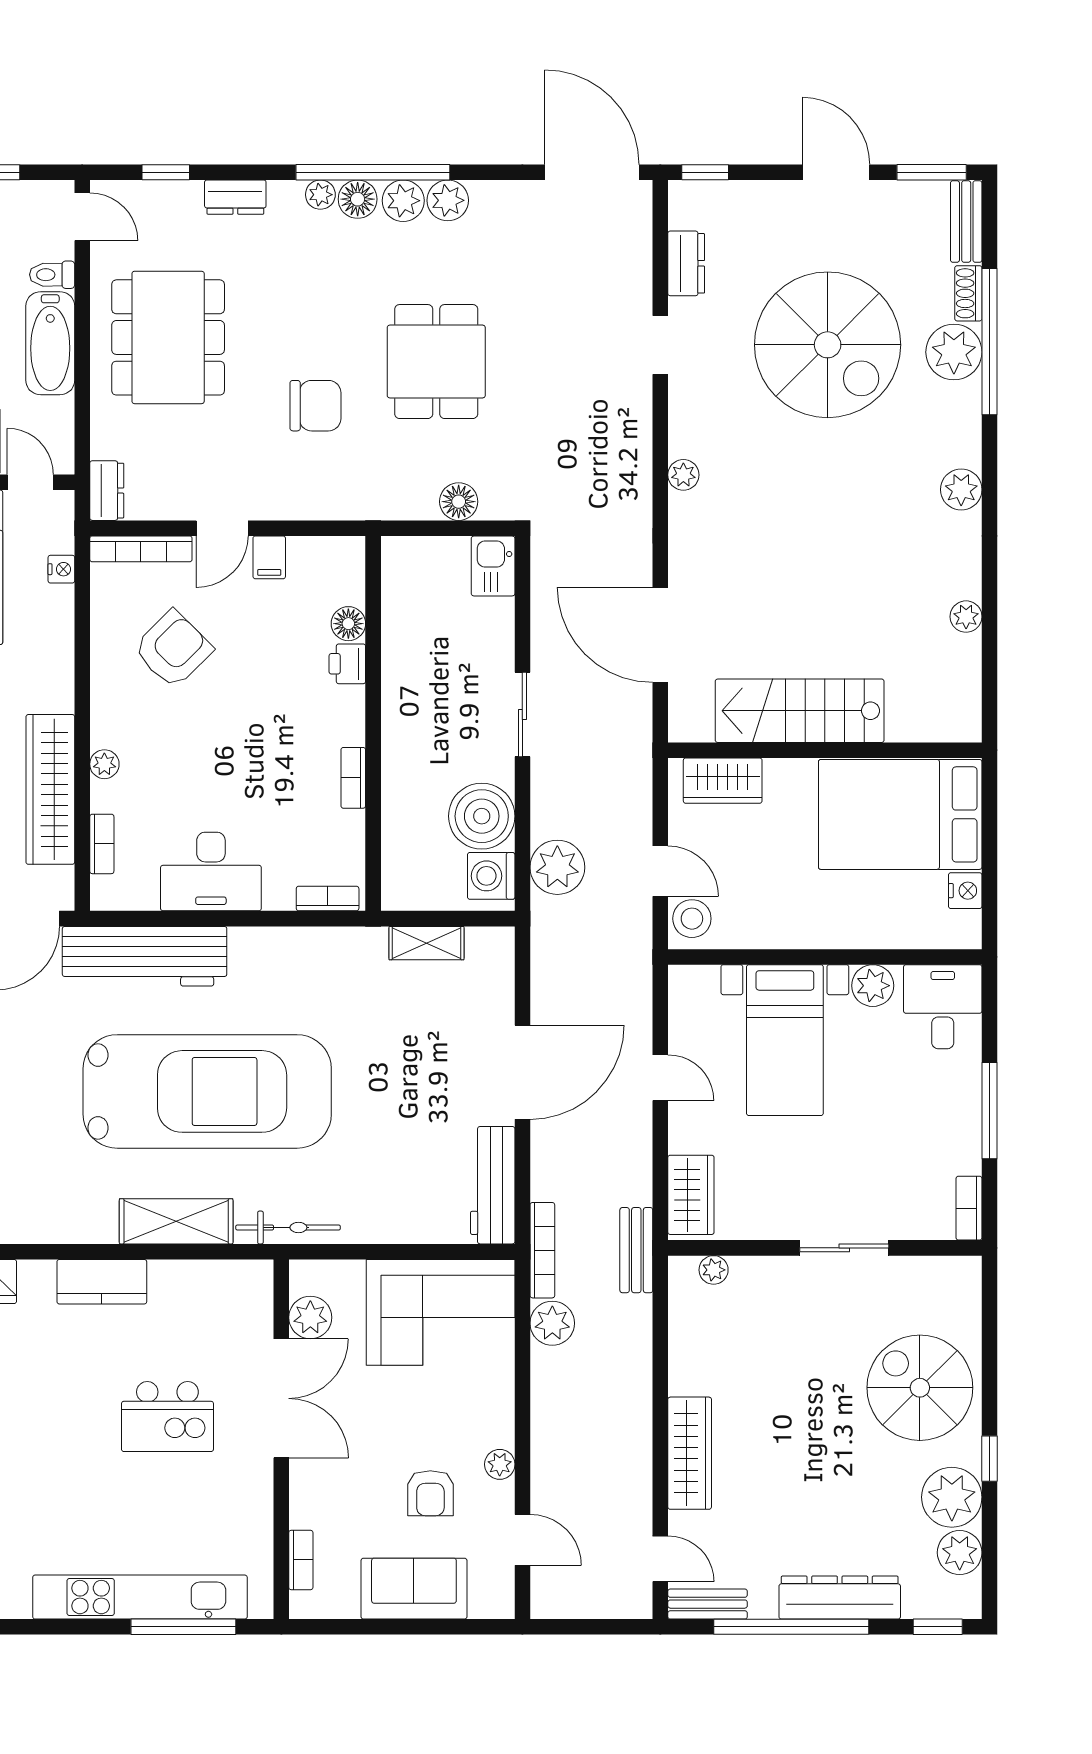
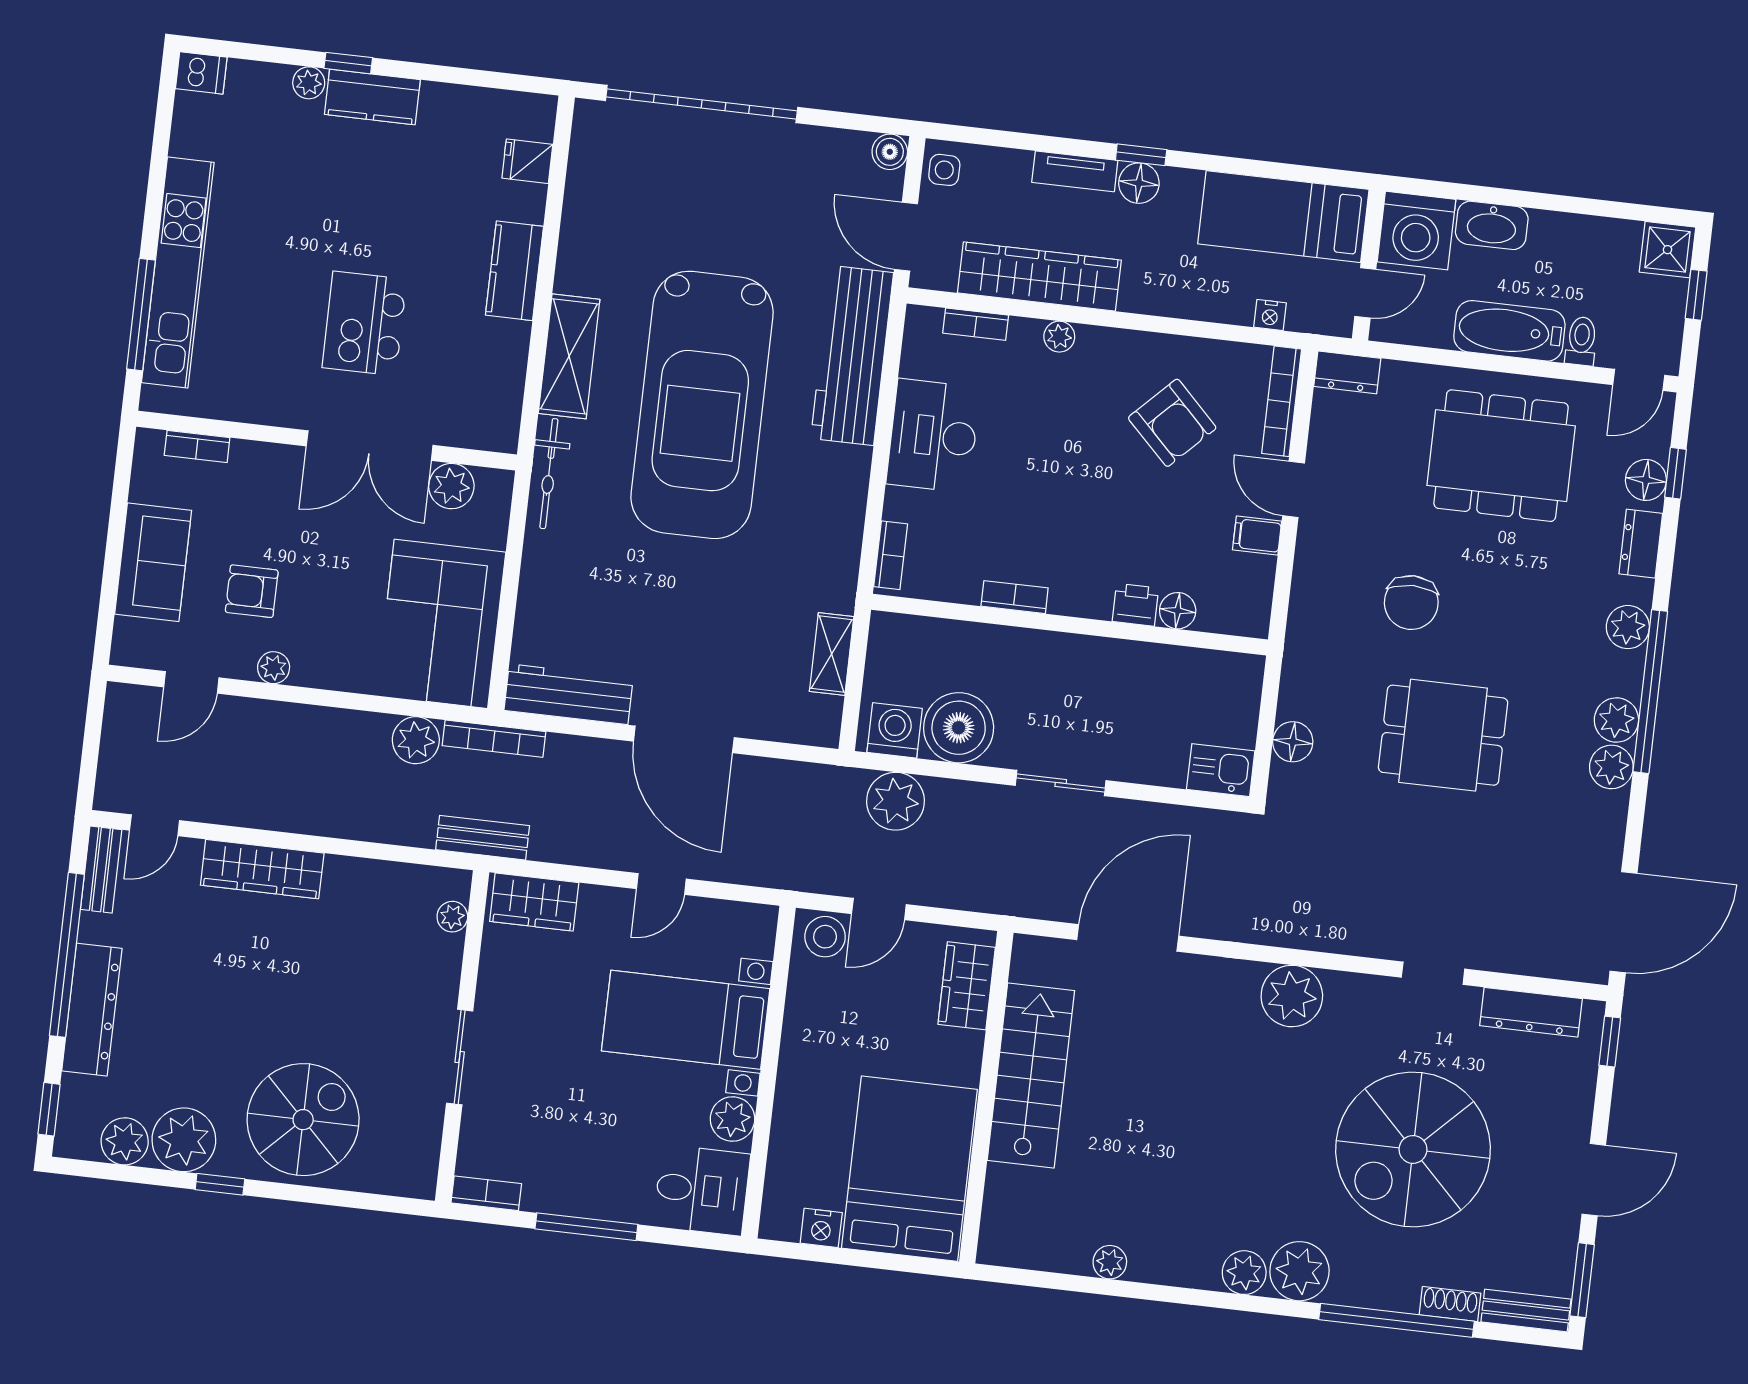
plant: (320, 195) -> (1628, 627), width x1.38, depth x1.38
floor lamp: (358, 199) -> (1646, 480), moved
dresser: (686, 263) -> (1531, 1012), width x1.44
plant: (954, 352) -> (1299, 1271), moved
plant: (683, 475) -> (1292, 996), width x1.87, depth x1.87

